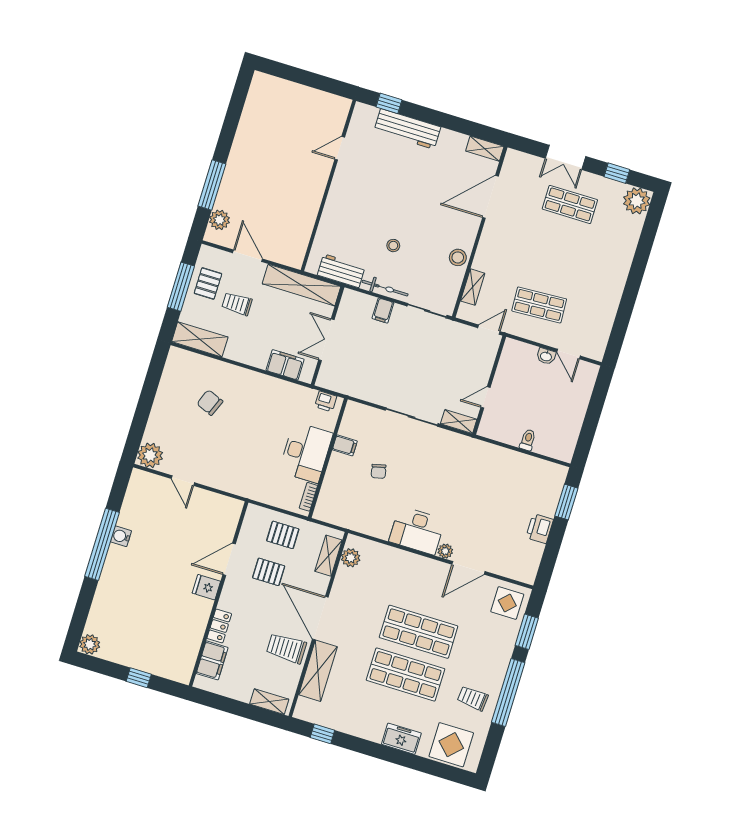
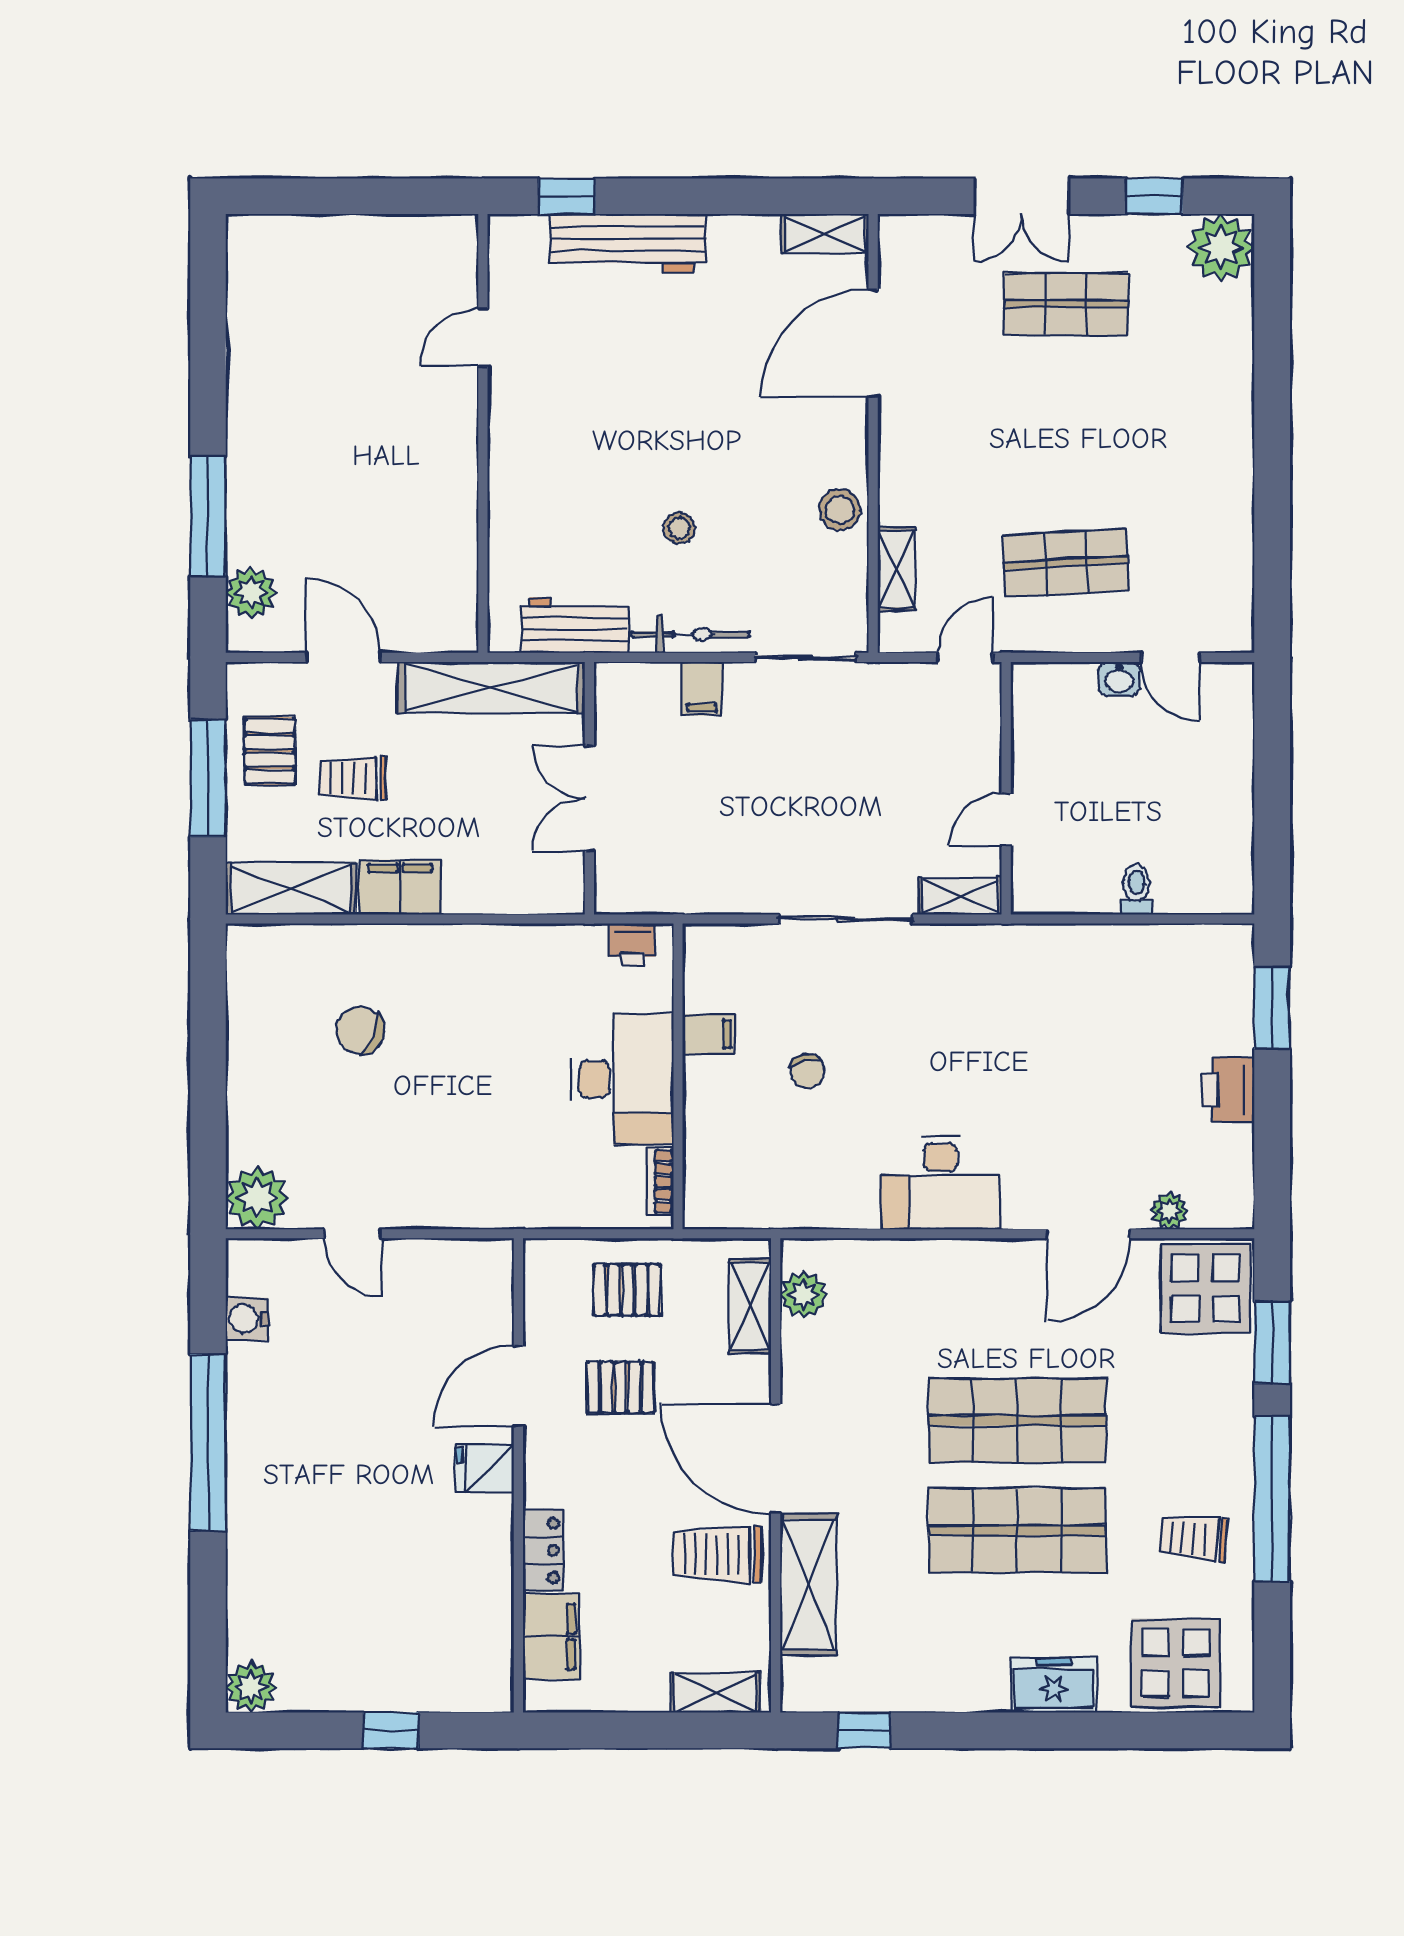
filing cabinet: (285, 365) -> (400, 887), moved
water cooler: (121, 536) -> (247, 1319), moved
plant: (445, 551) -> (1169, 1211), moved
display table: (507, 603) -> (1206, 1288), width x1.36, depth x1.36

